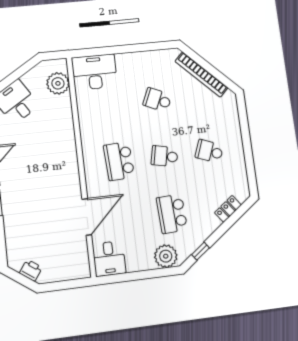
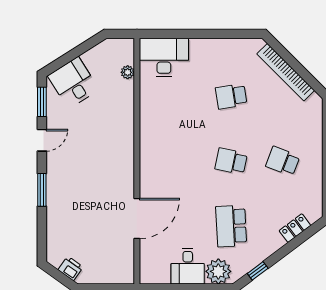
plant: (58, 83) -> (128, 72), width x0.53, depth x0.53
school desk: (157, 100) -> (231, 96), turned -33
school desk: (119, 161) -> (180, 161), removed
desk: (109, 259) -> (188, 266), moved

